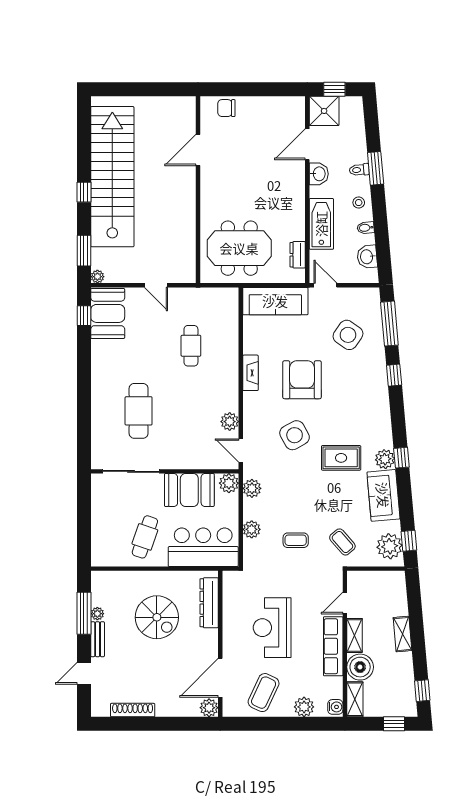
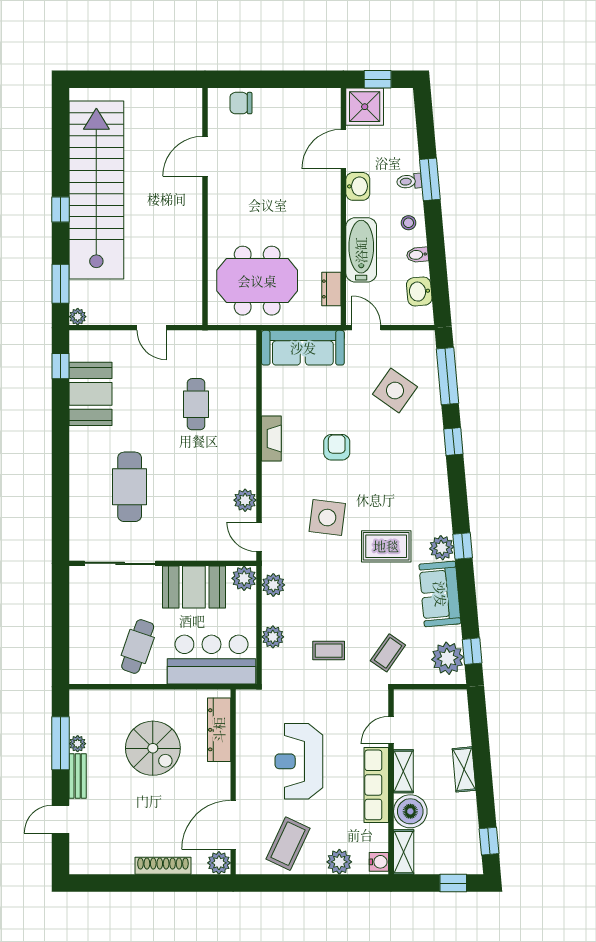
booth: (108, 313) -> (91, 394), moved
armchair: (302, 380) -> (337, 447), width x0.53, depth x0.53
side table: (295, 435) -> (327, 518), turned 36
coffee table: (342, 542) -> (388, 653), turned 76
shoe rack: (133, 710) -> (163, 866), moved

